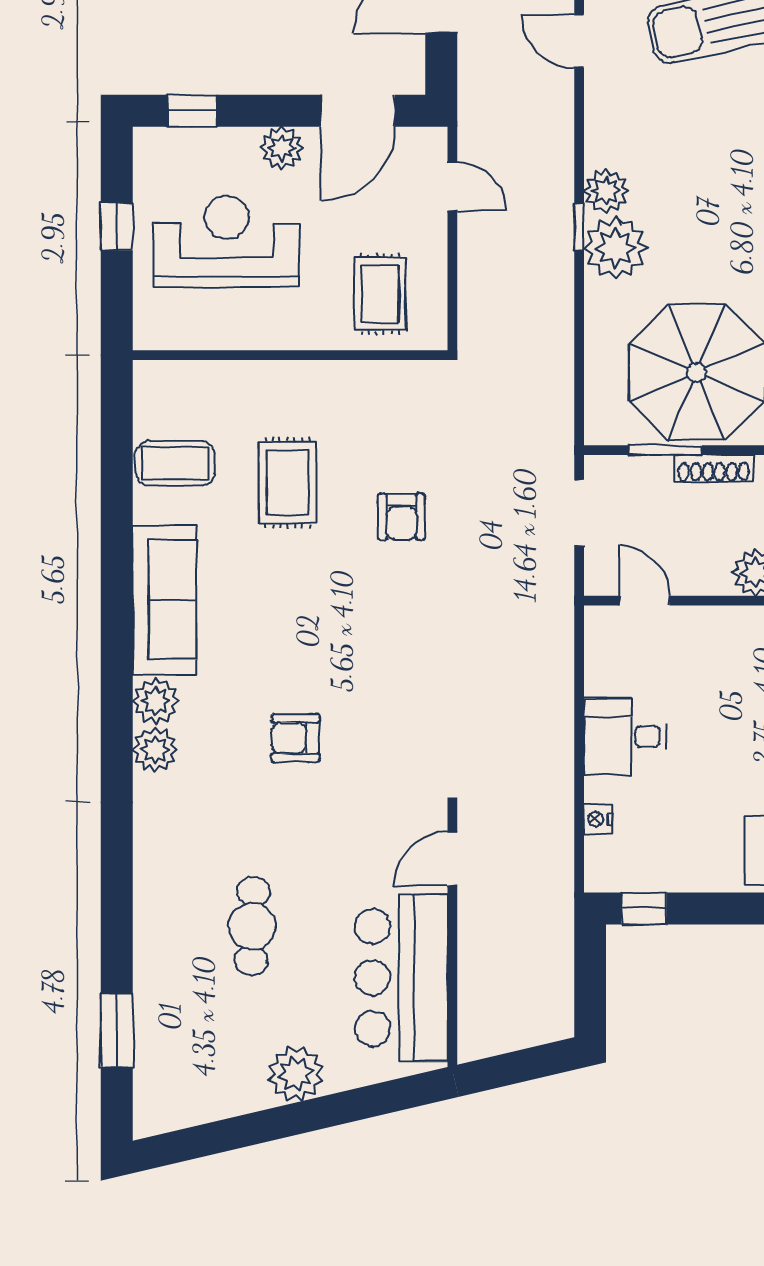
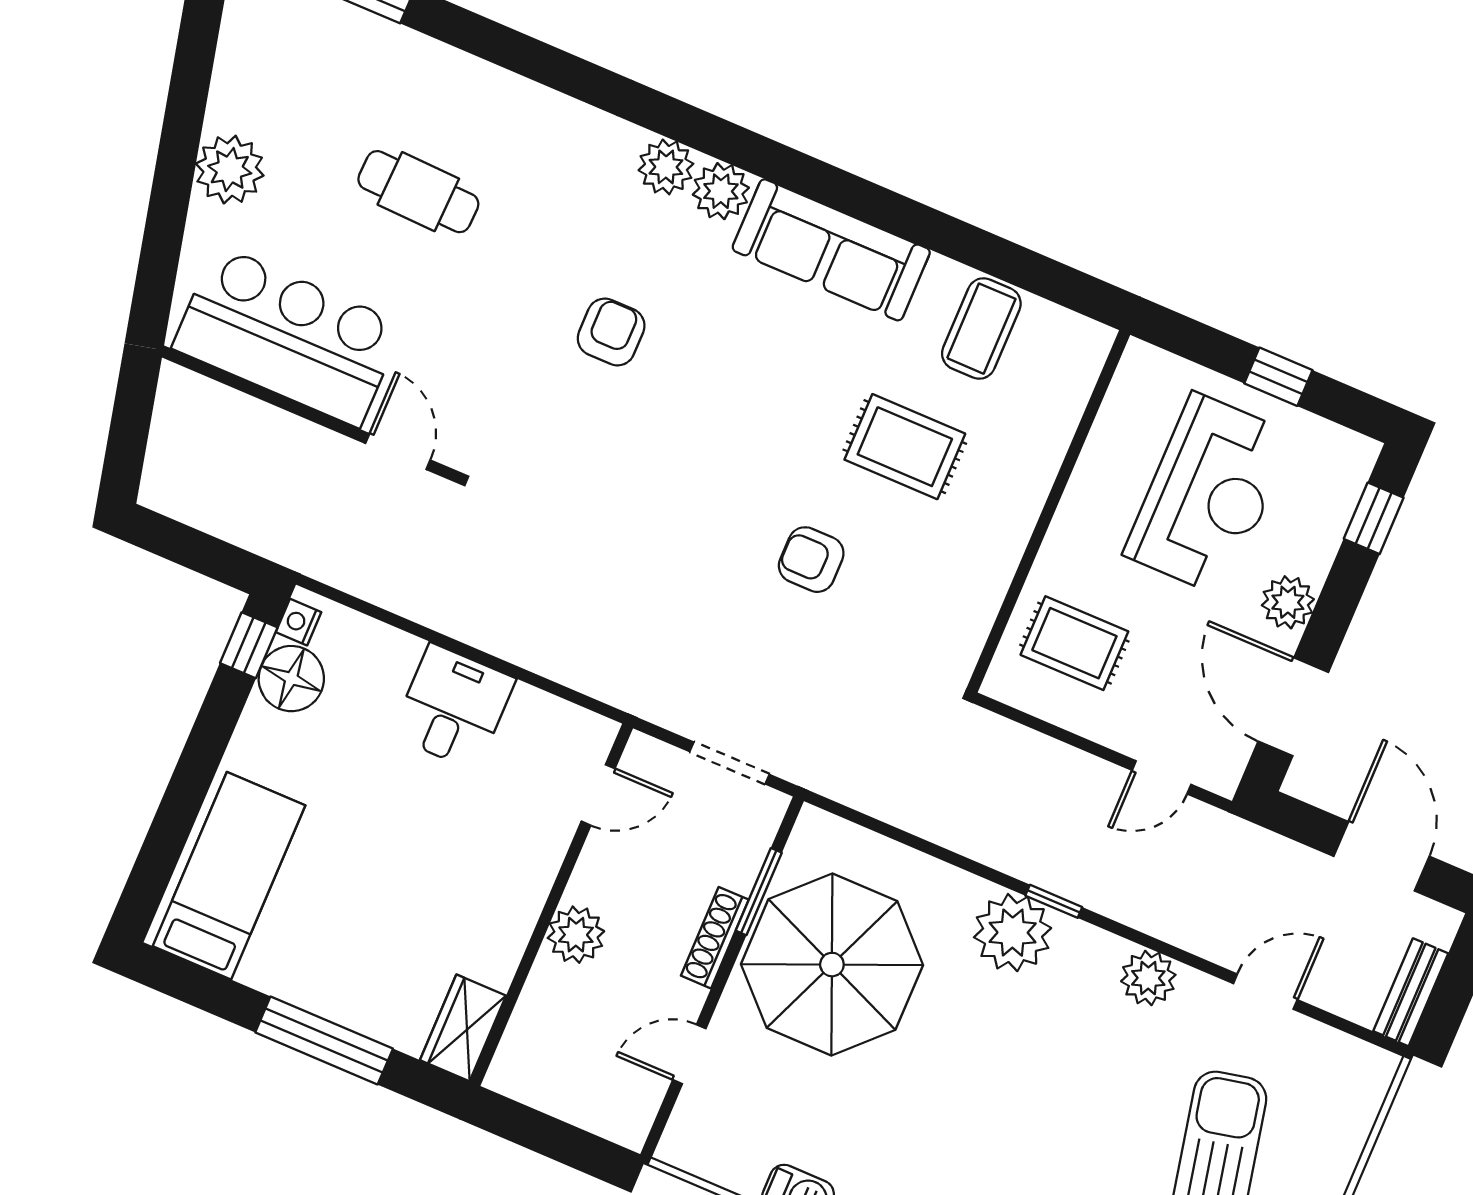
plant: (606, 191) -> (1148, 978), moved
nightstand: (598, 819) -> (299, 622), moved, turned -90
floor lamp: (655, 866) -> (291, 679), added

